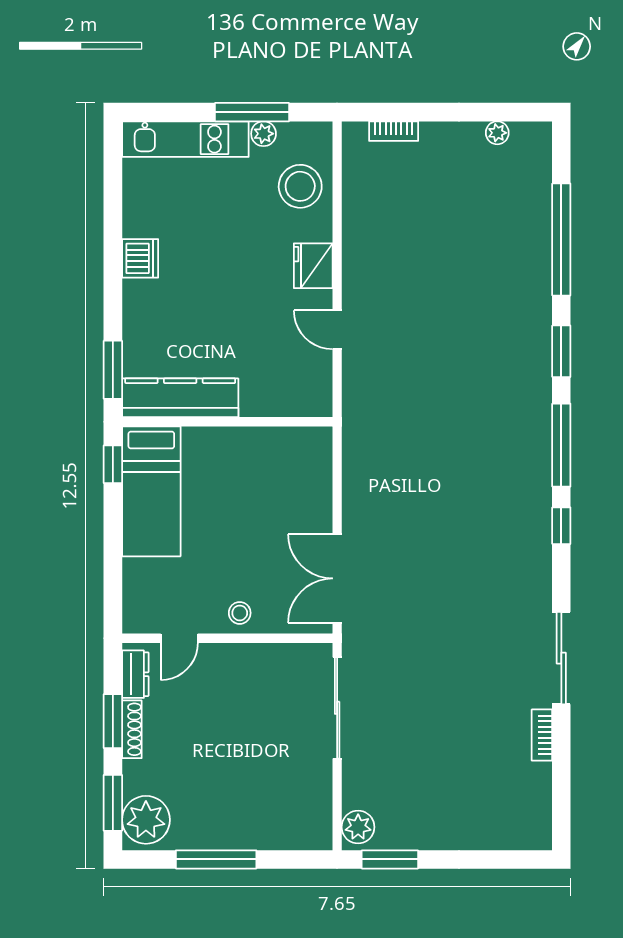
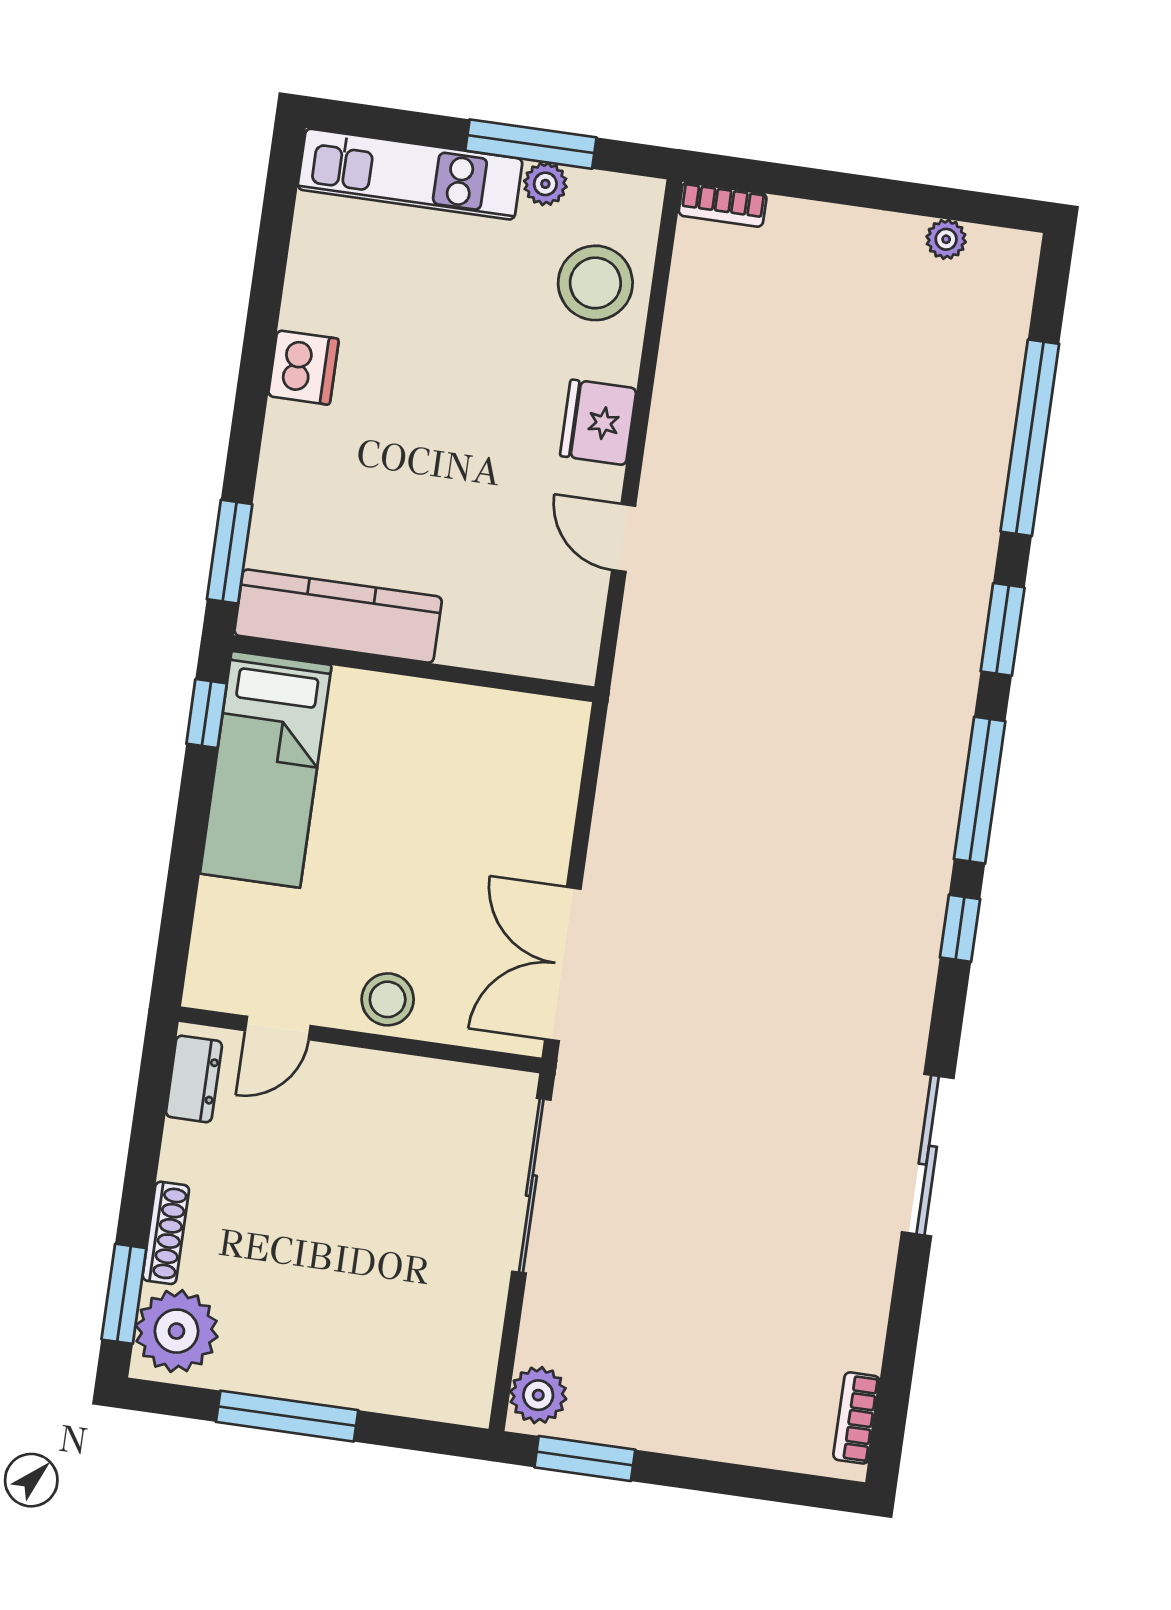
bookcase: (394, 131) -> (723, 205), moved
stool: (240, 613) -> (388, 999), width x1.37, depth x1.37
window: (113, 721) -> (144, 1154), removed
shoe rack: (132, 729) -> (166, 1233), moved
bookcase: (542, 735) -> (856, 1418), moved

